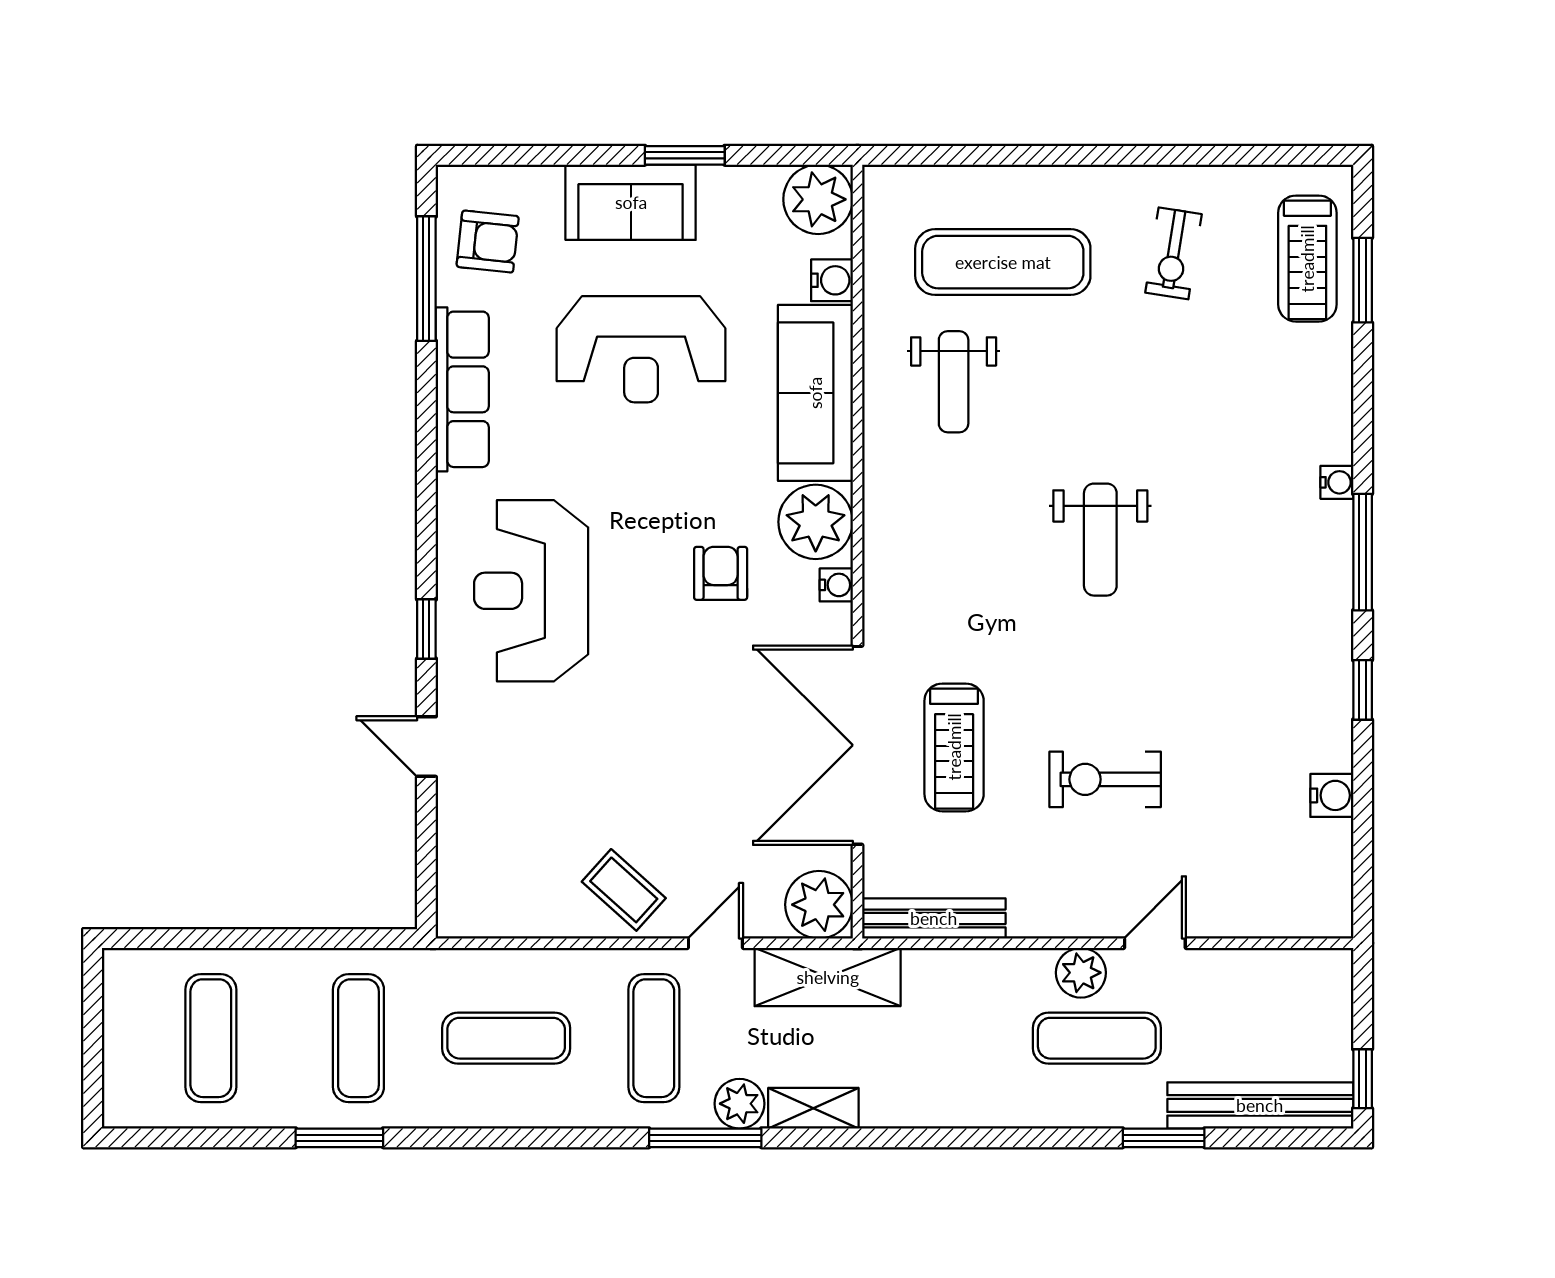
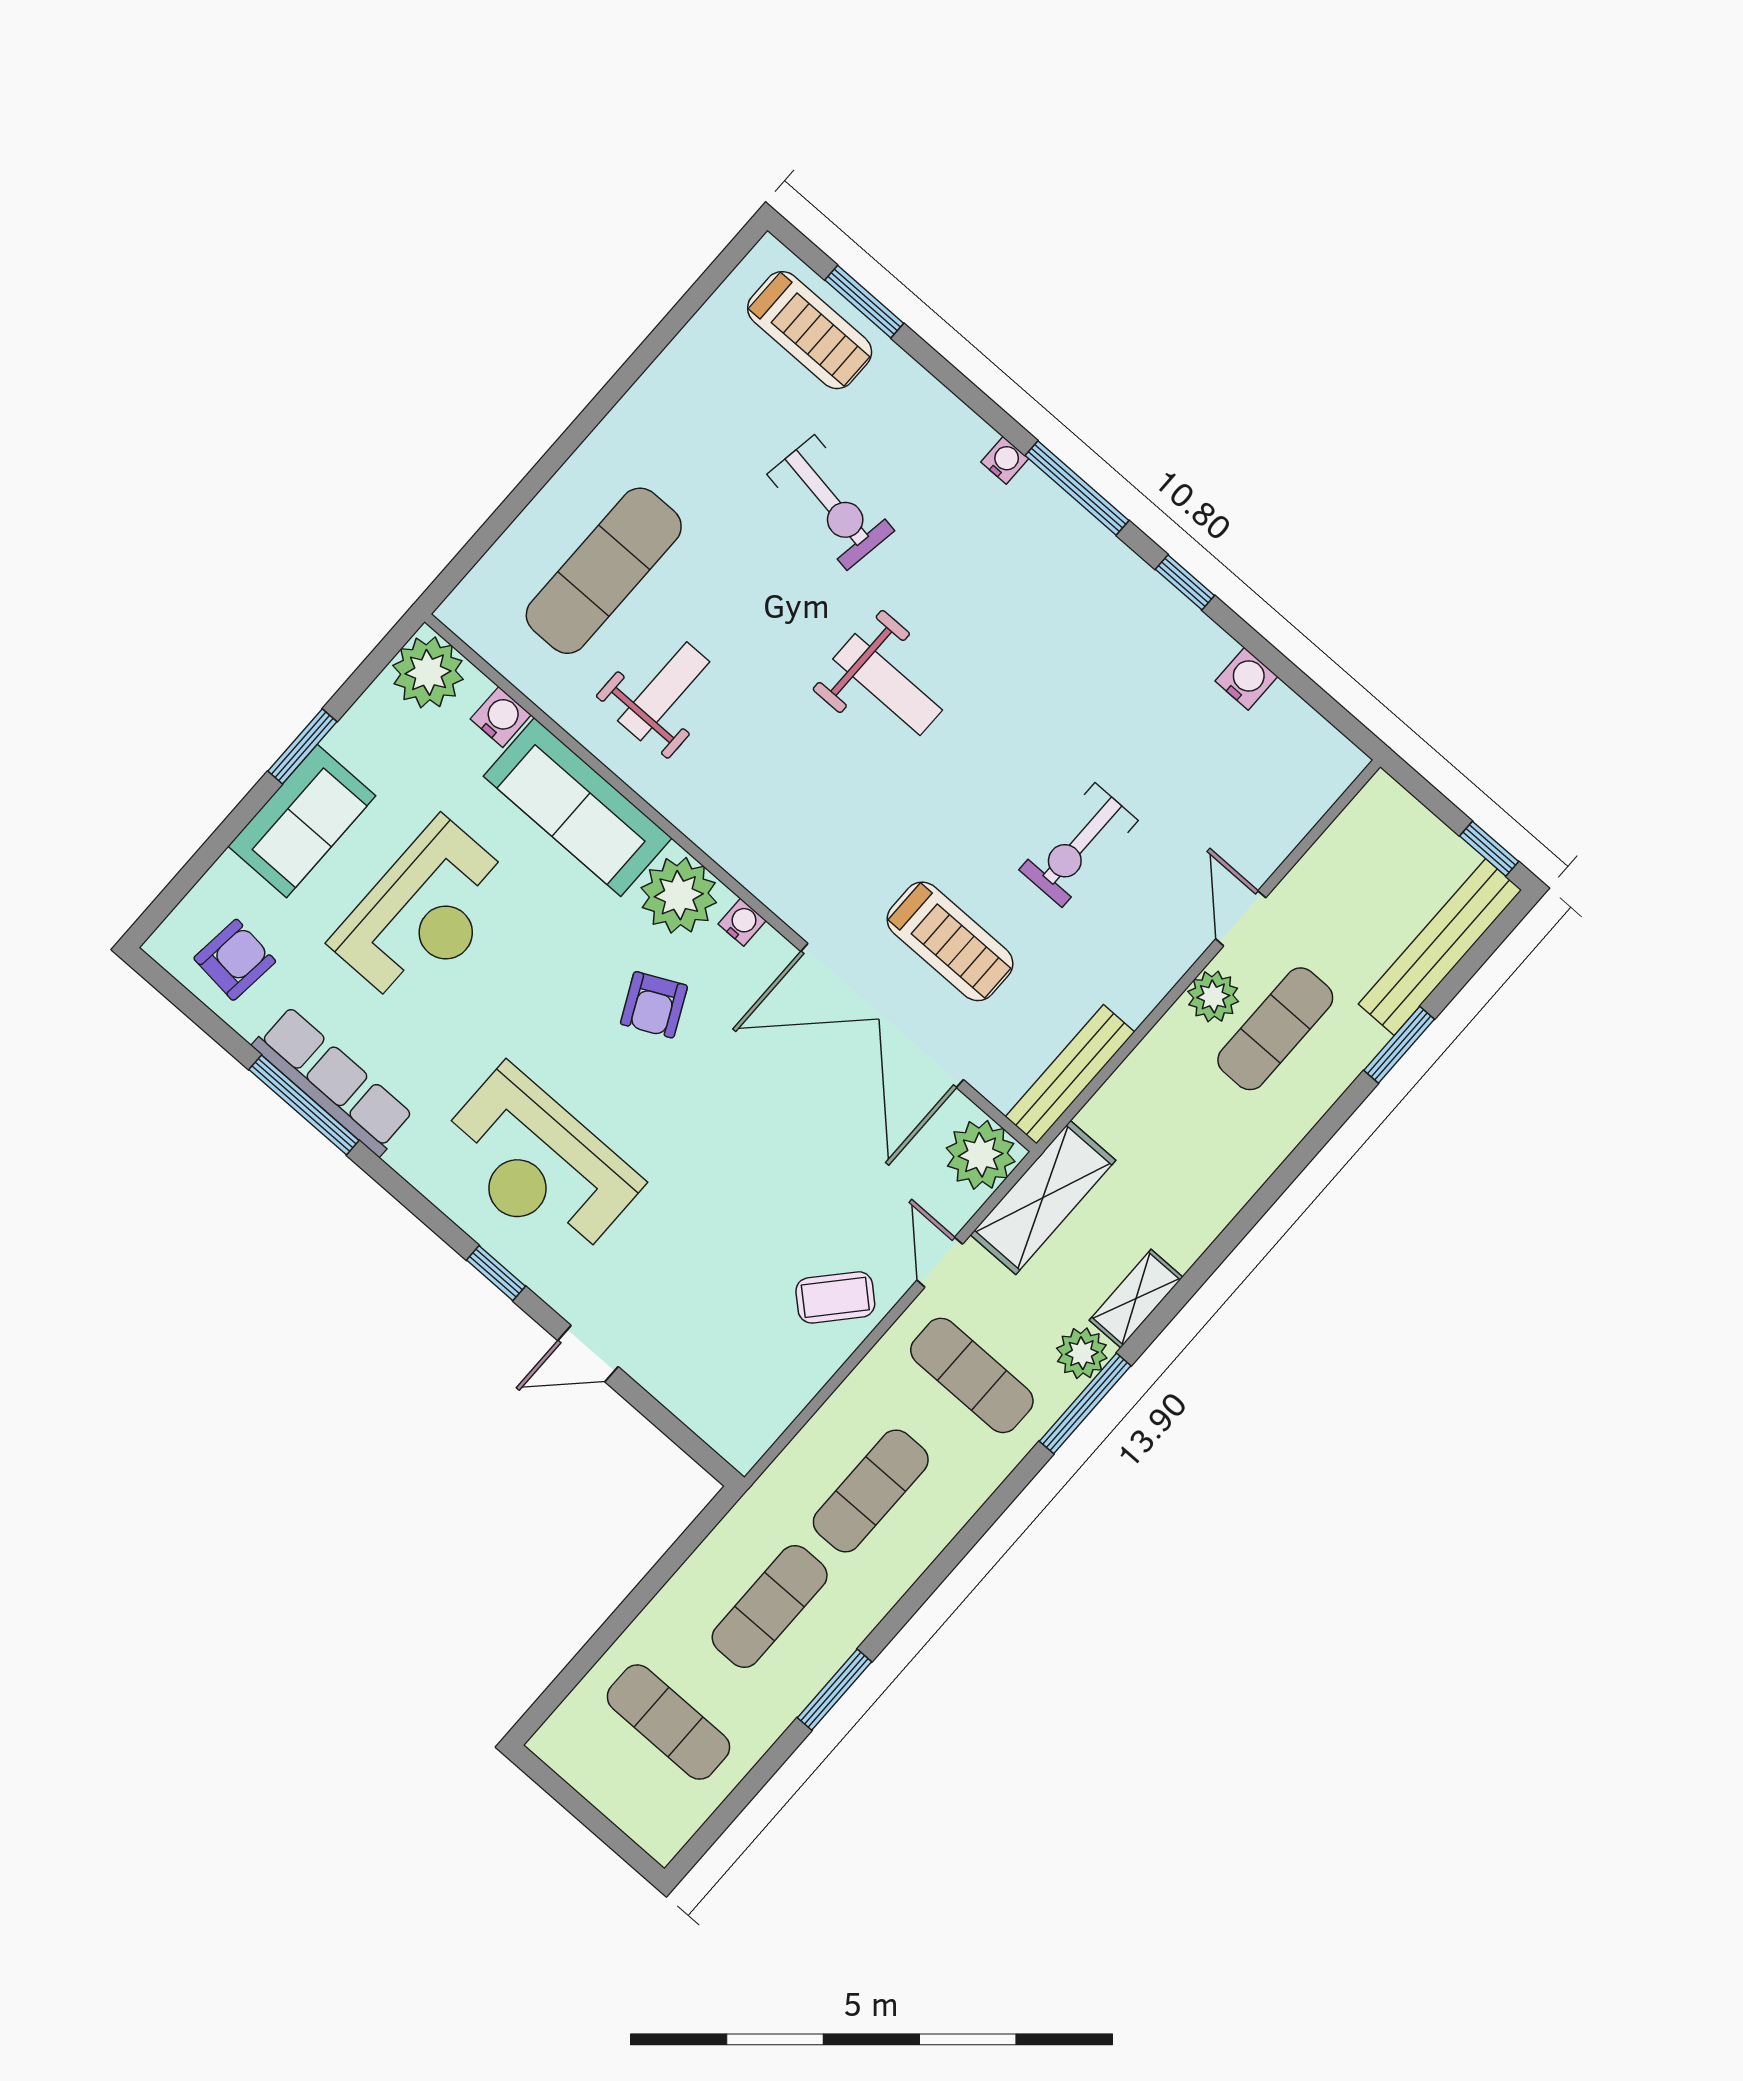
exercise bike: (1173, 253) -> (831, 502), moved, width x1.38, depth x1.39
window: (426, 279) -> (304, 1105), moved
weight bench: (954, 382) -> (664, 691), turned -90
armchair: (721, 573) -> (654, 1005), turned -116
exercise mat: (358, 1038) -> (770, 1606), turned 90

